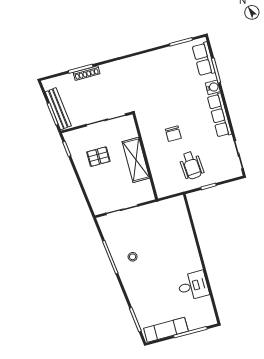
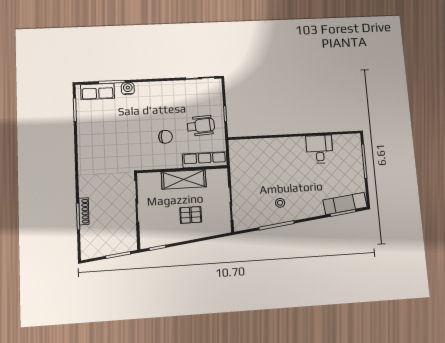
bench: (58, 109) -> (114, 248), removed
row of seats: (219, 115) -> (205, 160), moved, turned 180
pallet: (98, 157) -> (191, 215), moved, turned 90
exam couch: (166, 330) -> (345, 203), moved, turned 83

